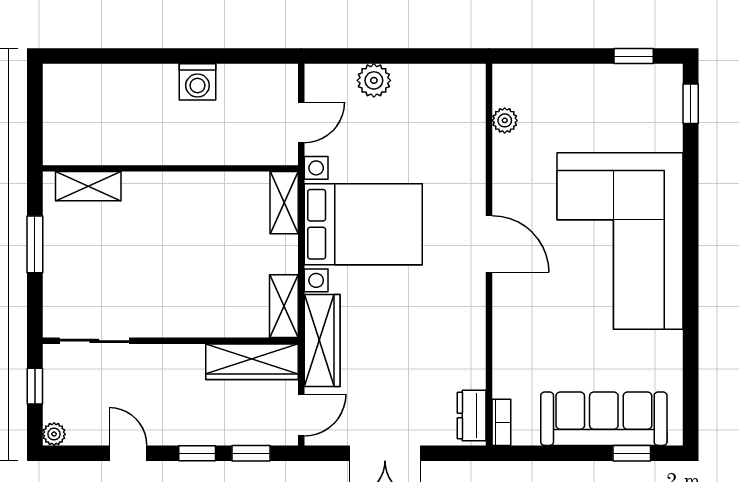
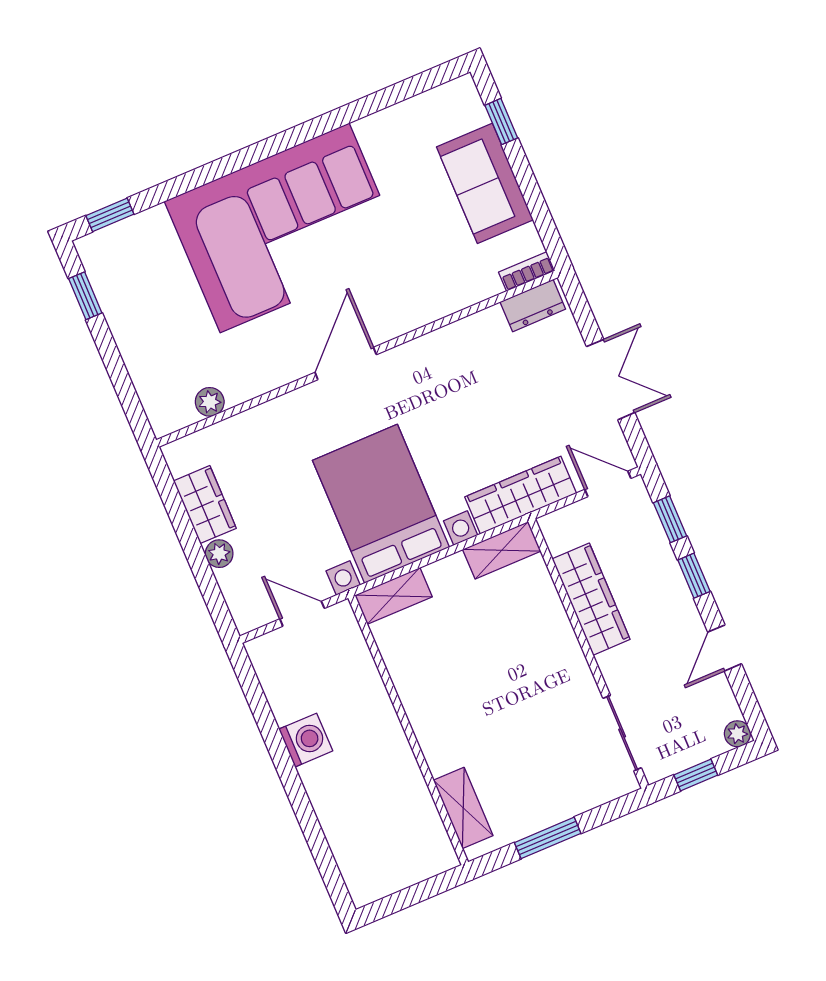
plant: (374, 80) -> (219, 554), width x0.73, depth x0.73
wardrobe: (423, 81) -> (205, 505), added
wardrobe: (252, 362) -> (591, 599), moved
sofa: (604, 419) -> (485, 183), width x0.73

